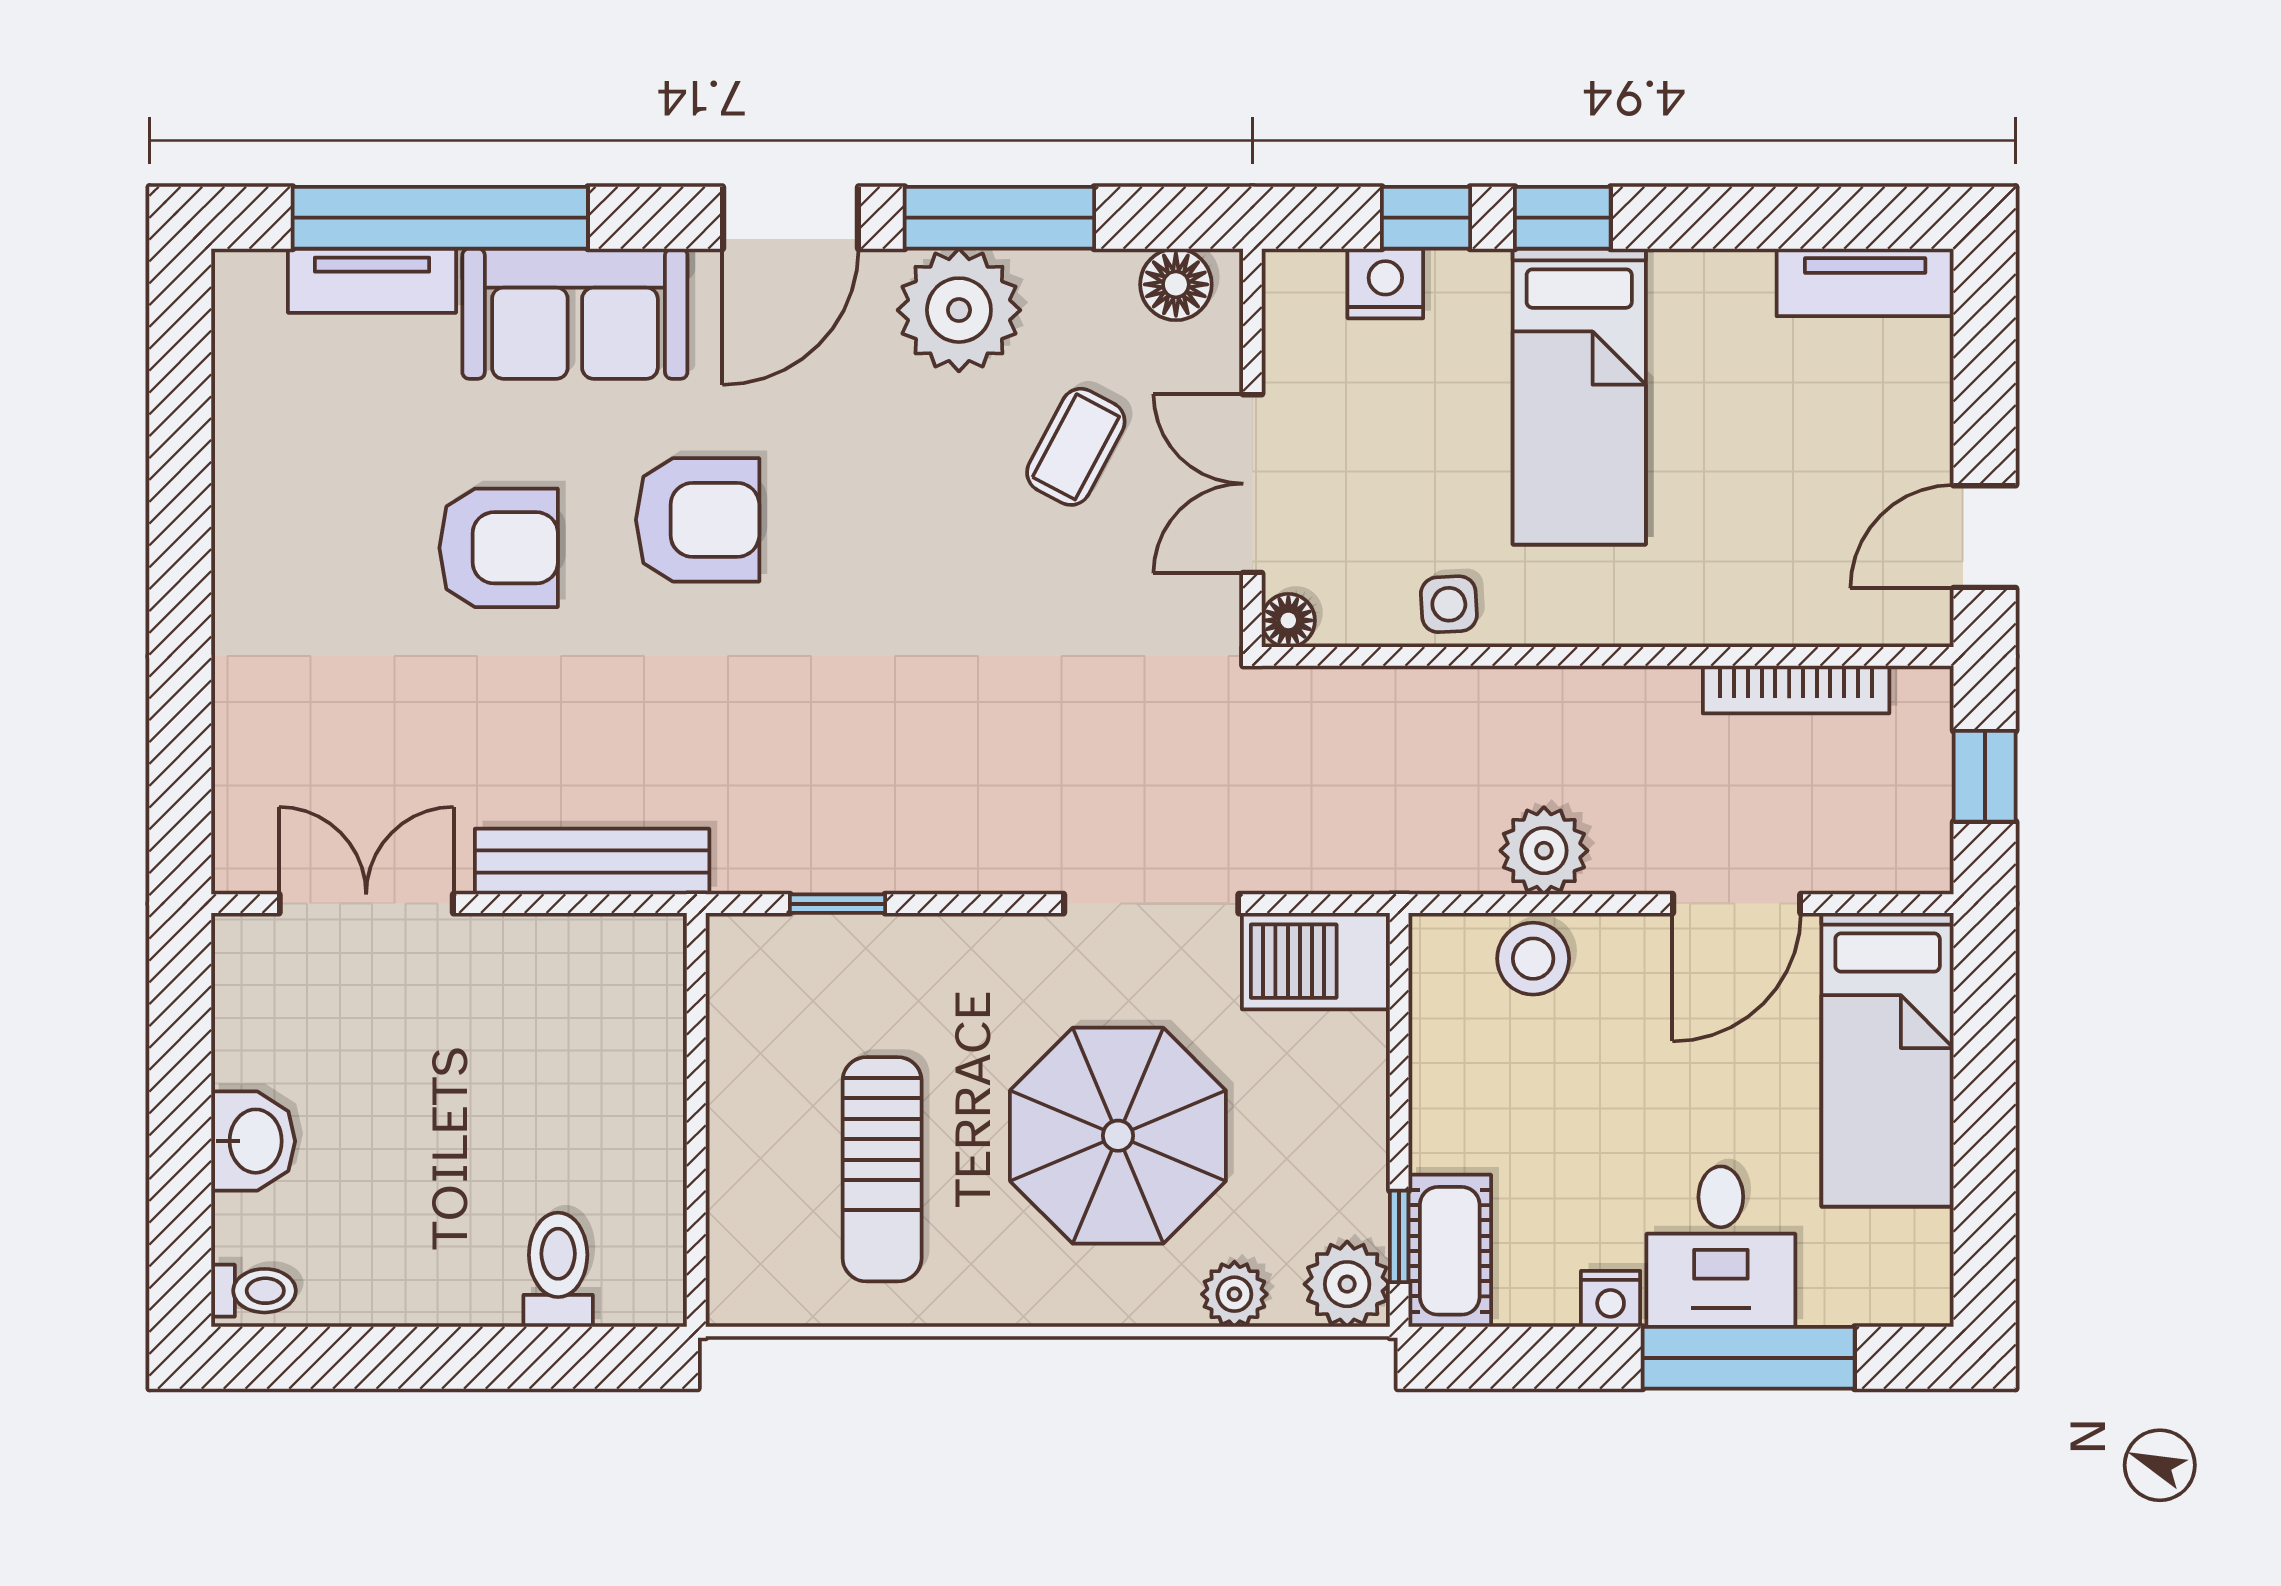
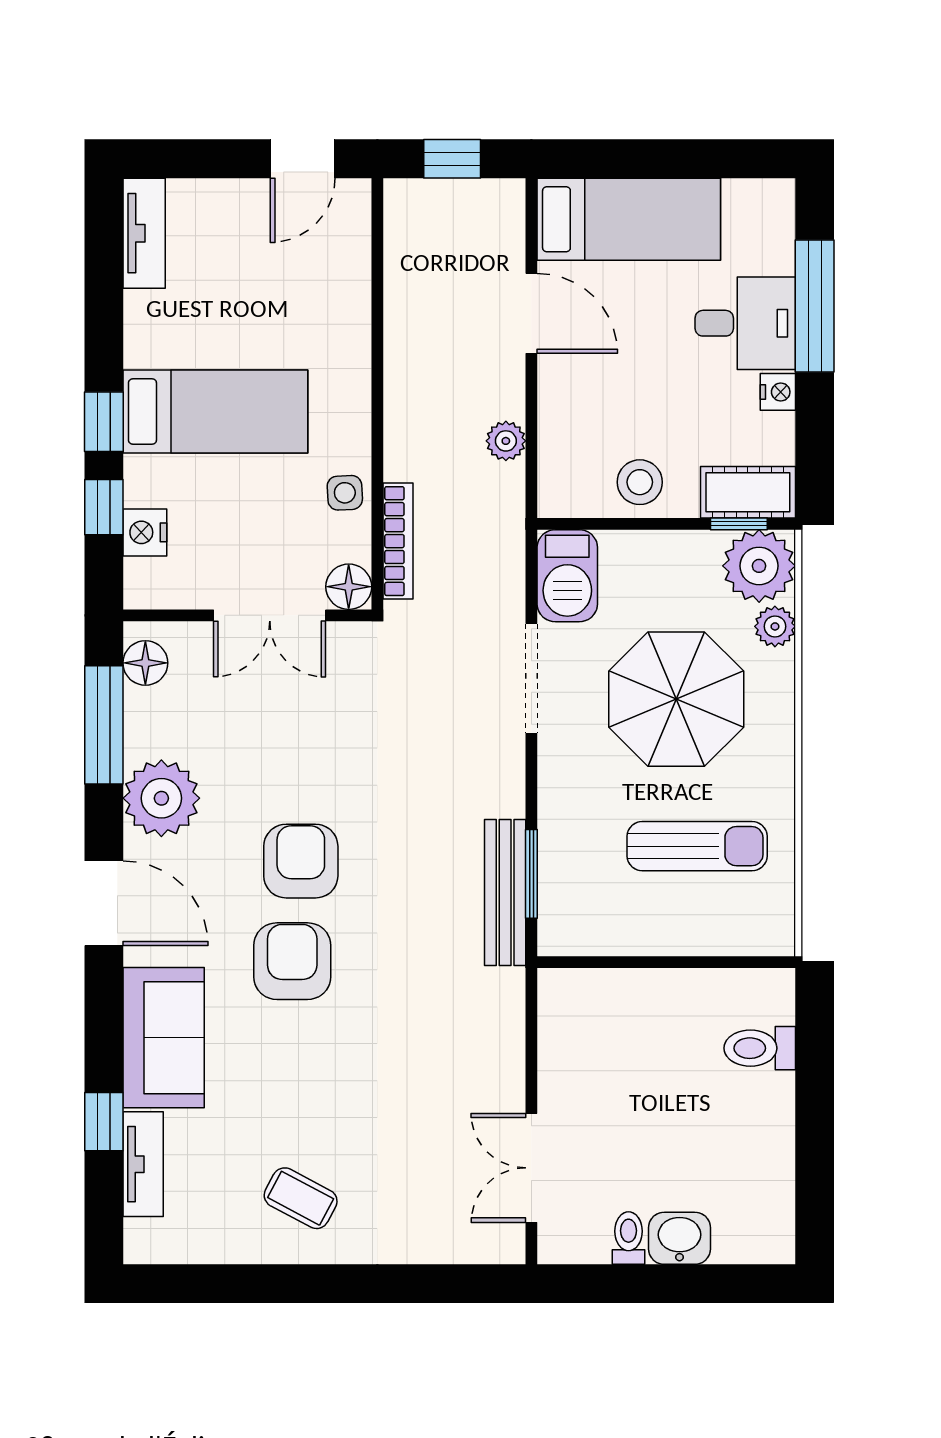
window: (440, 218) -> (104, 1122), width x0.32
window: (999, 218) -> (104, 725), moved
coffee table: (1076, 447) -> (301, 1198), moved
door: (1985, 537) -> (303, 159), hinge flipped
armchair: (499, 548) -> (301, 861), moved
floor lamp: (1288, 620) -> (349, 587), width x1.37, depth x1.37
bookcase: (1796, 690) -> (398, 541), moved
plant: (1544, 851) -> (506, 441), width x0.73, depth x0.73
bench: (592, 861) -> (505, 893), moved
window: (838, 904) -> (531, 874), width x1.50
stool: (1533, 959) -> (640, 482), moved
plant: (1347, 1284) -> (759, 566), width x1.36, depth x1.36
toilet: (253, 1291) -> (629, 1238), moved

